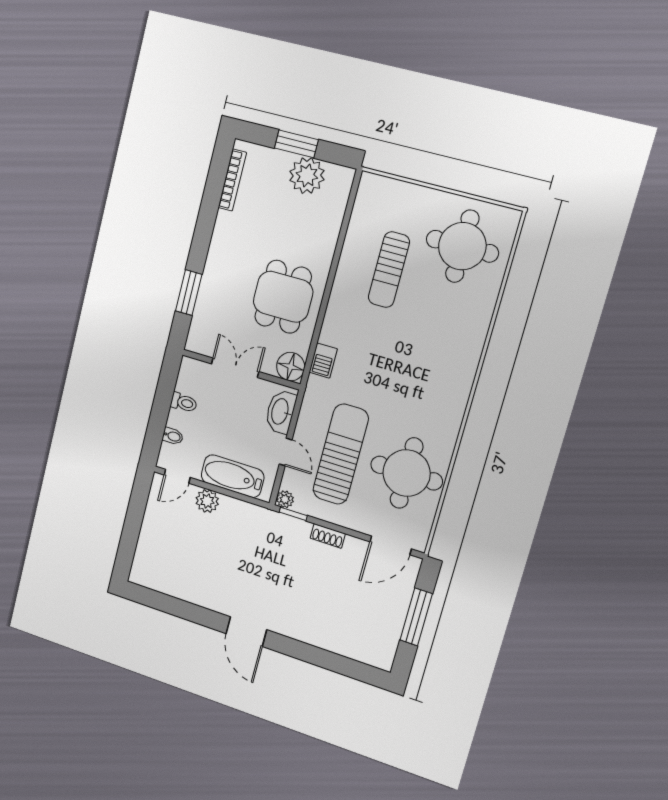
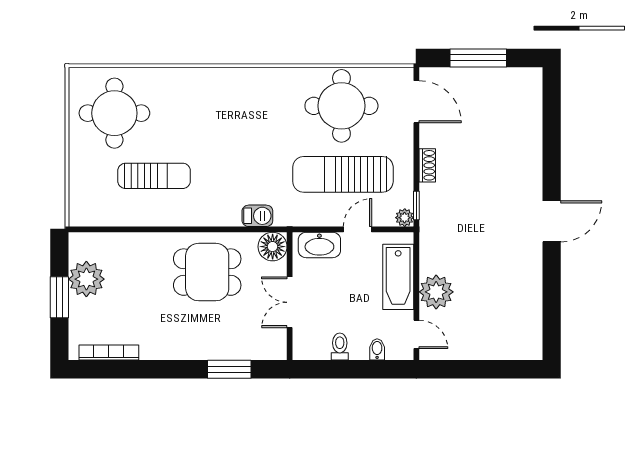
plant: (207, 501) -> (436, 292), width x1.36, depth x1.36

